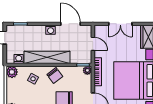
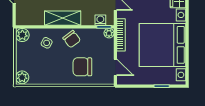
shelving: (47, 57) -> (63, 18), width x0.68
washing machine: (19, 59) -> (100, 20), moved

